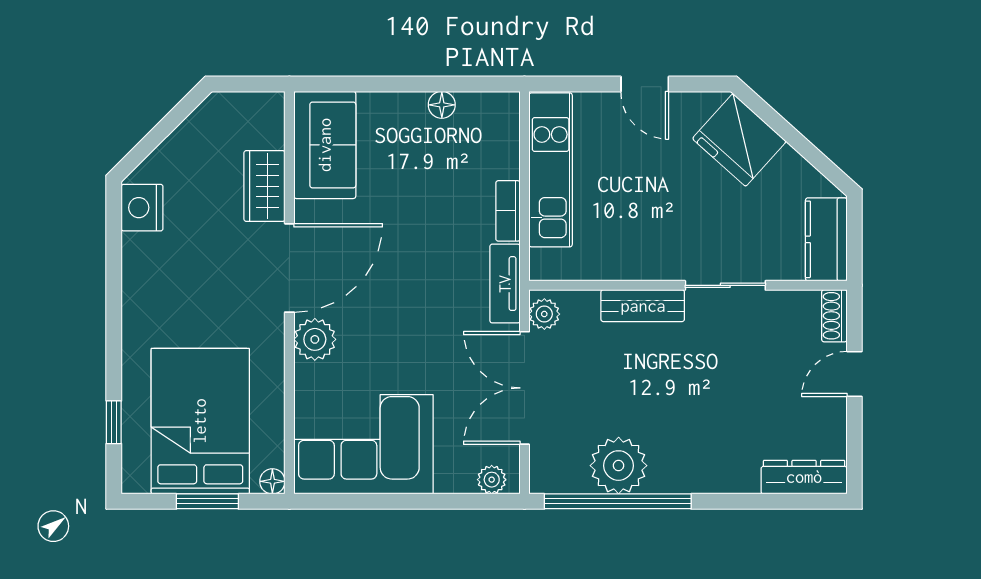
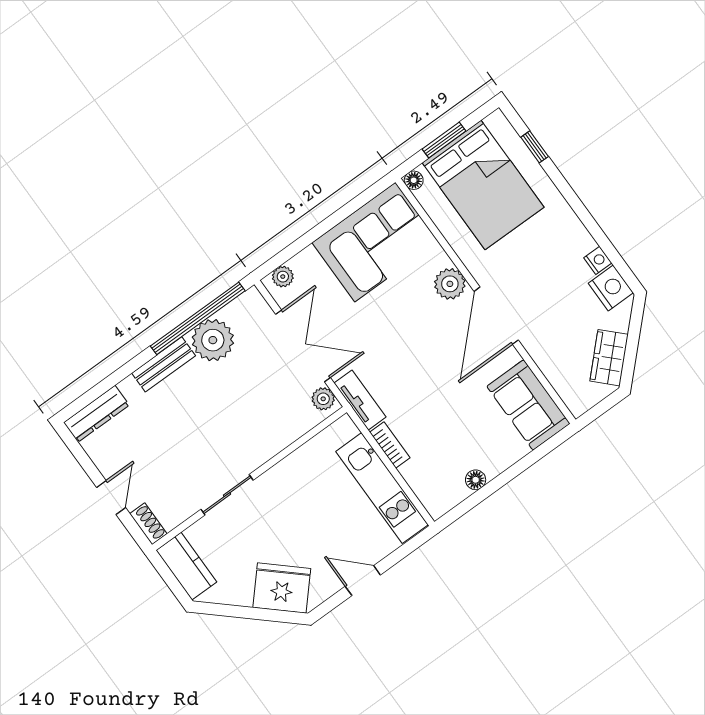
wardrobe: (264, 186) -> (609, 358), moved, turned -135
nightstand: (134, 248) -> (598, 260), added
bench: (643, 306) -> (164, 364), moved

